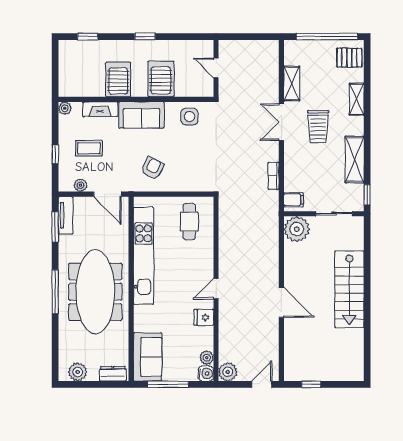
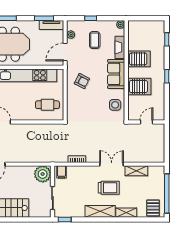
trolley: (318, 127) -> (109, 188), turned 180
shelving: (355, 160) -> (100, 211), moved

